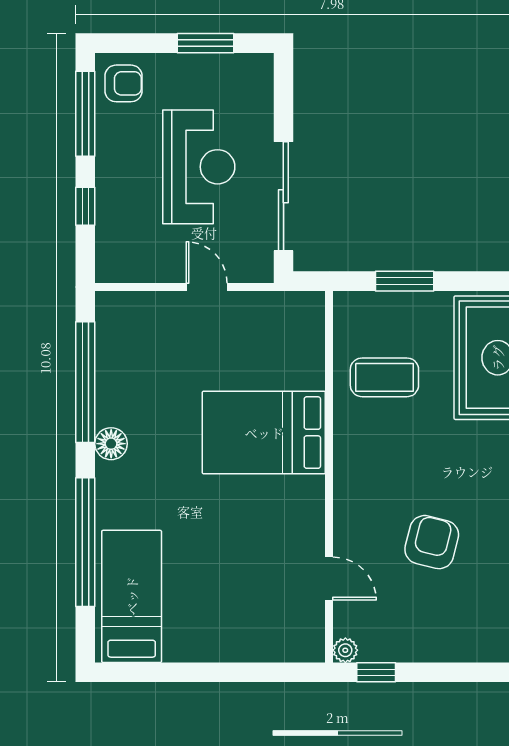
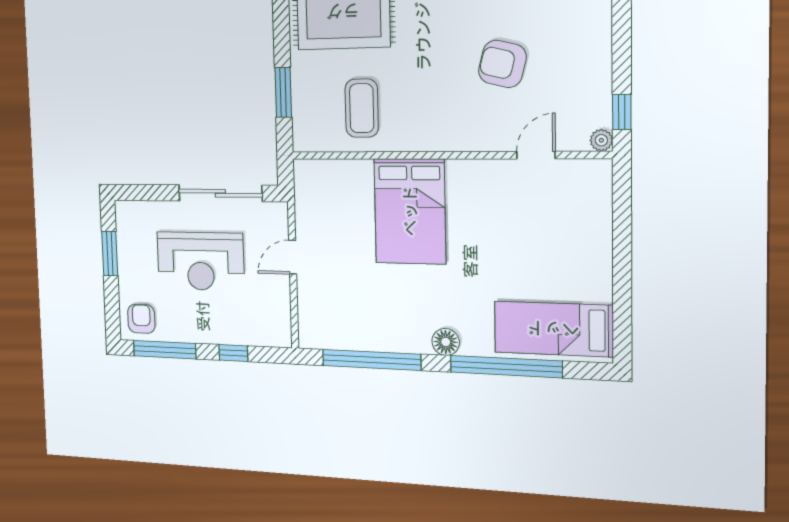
reception desk: (199, 167) -> (200, 261), turned 180
floor lamp: (111, 444) -> (446, 342), moved

